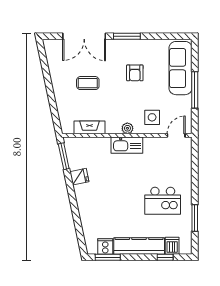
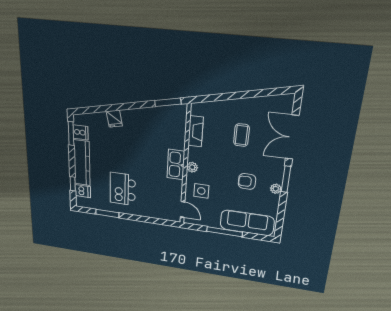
plant: (138, 44) -> (276, 189), added
fridge: (79, 177) -> (114, 119), moved

